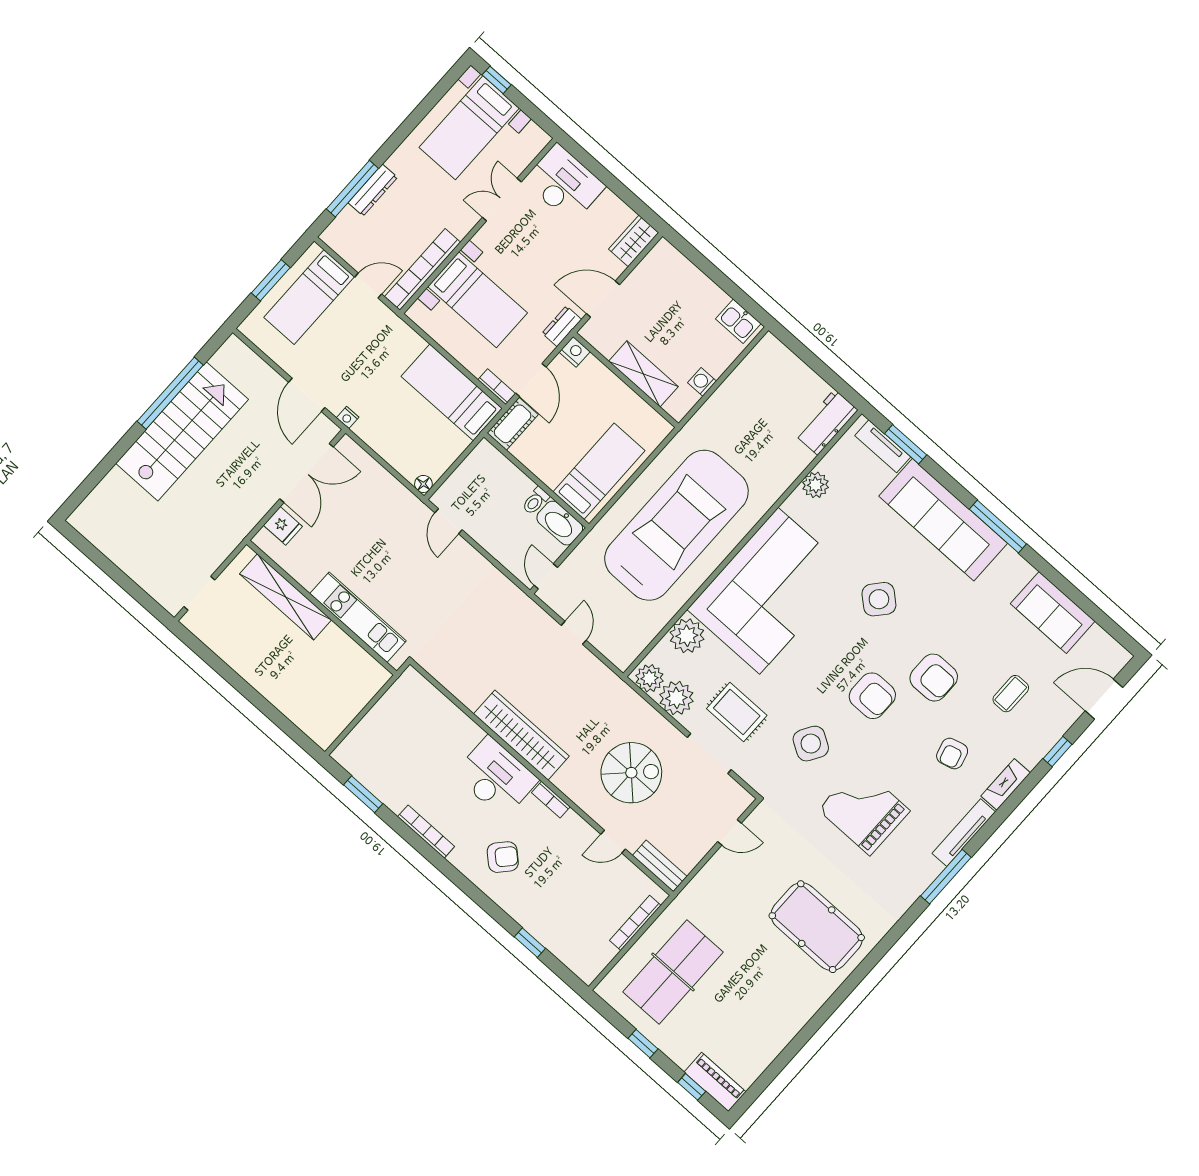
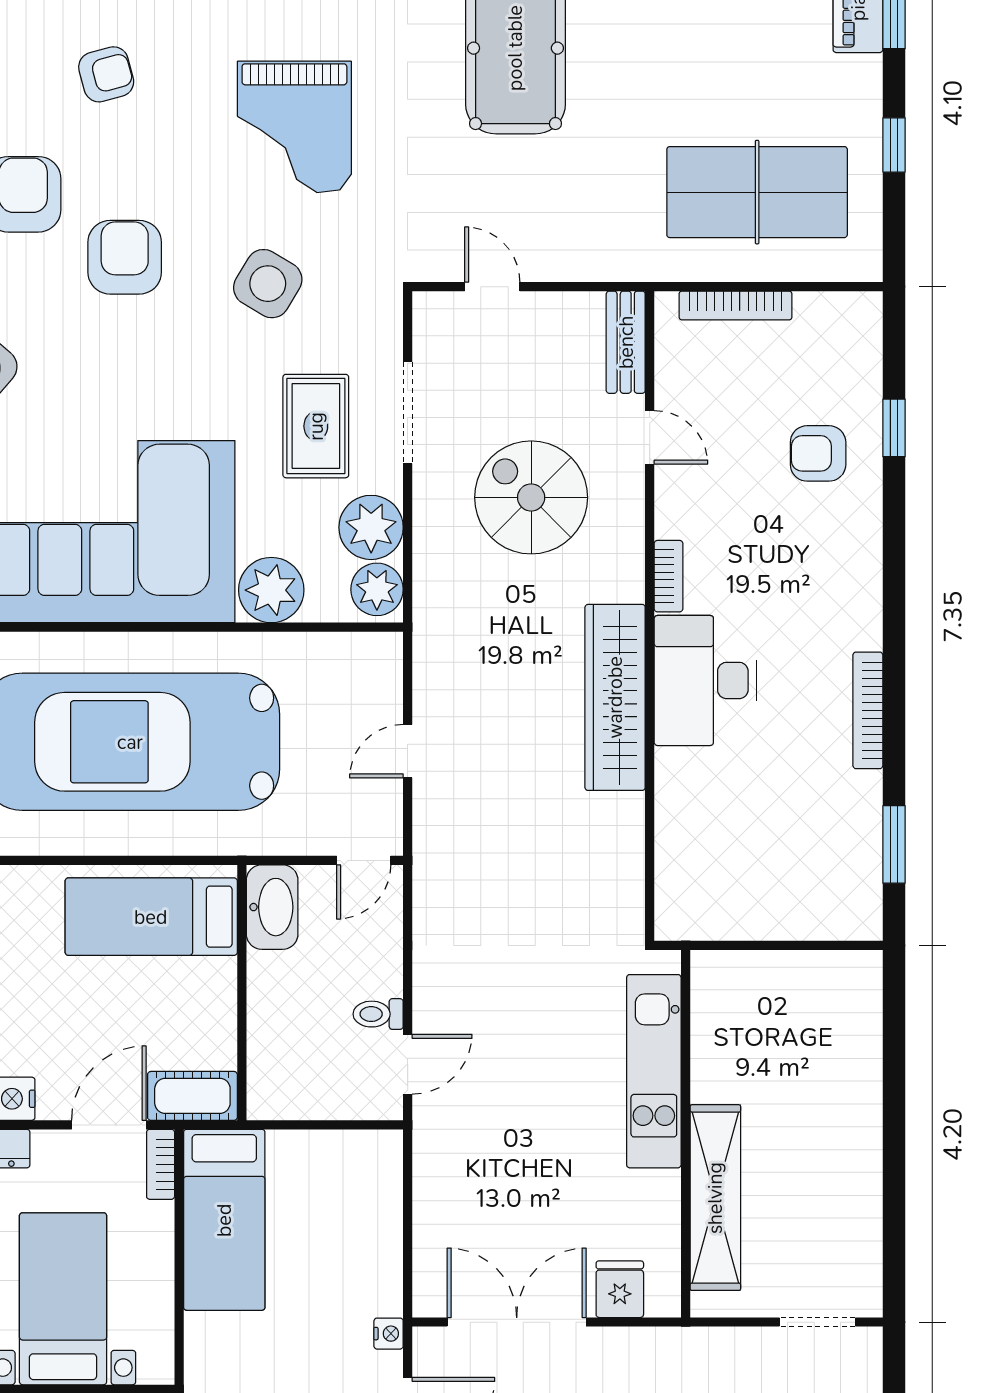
floor lamp: (423, 484) -> (387, 1145), removed
toilet: (536, 501) -> (378, 1014), moved, turned 180
armchair: (503, 857) -> (818, 453), moved, turned -42

